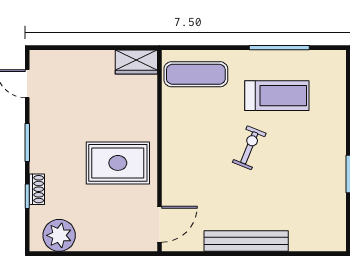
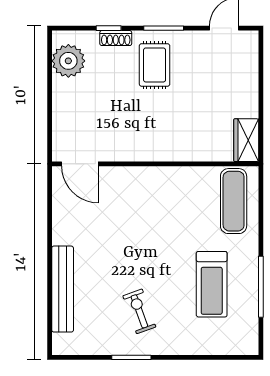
exercise bike: (249, 148) -> (139, 311), moved, turned -132
rug: (118, 163) -> (155, 65), moved, width x0.73, depth x0.70
bench: (246, 241) -> (63, 289), moved

